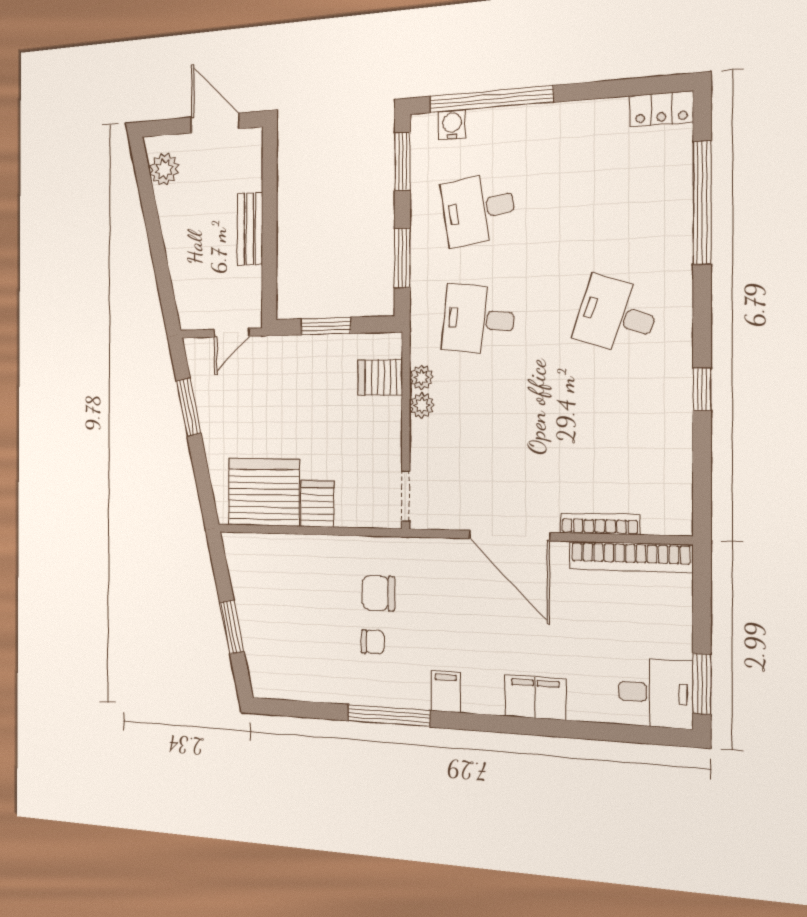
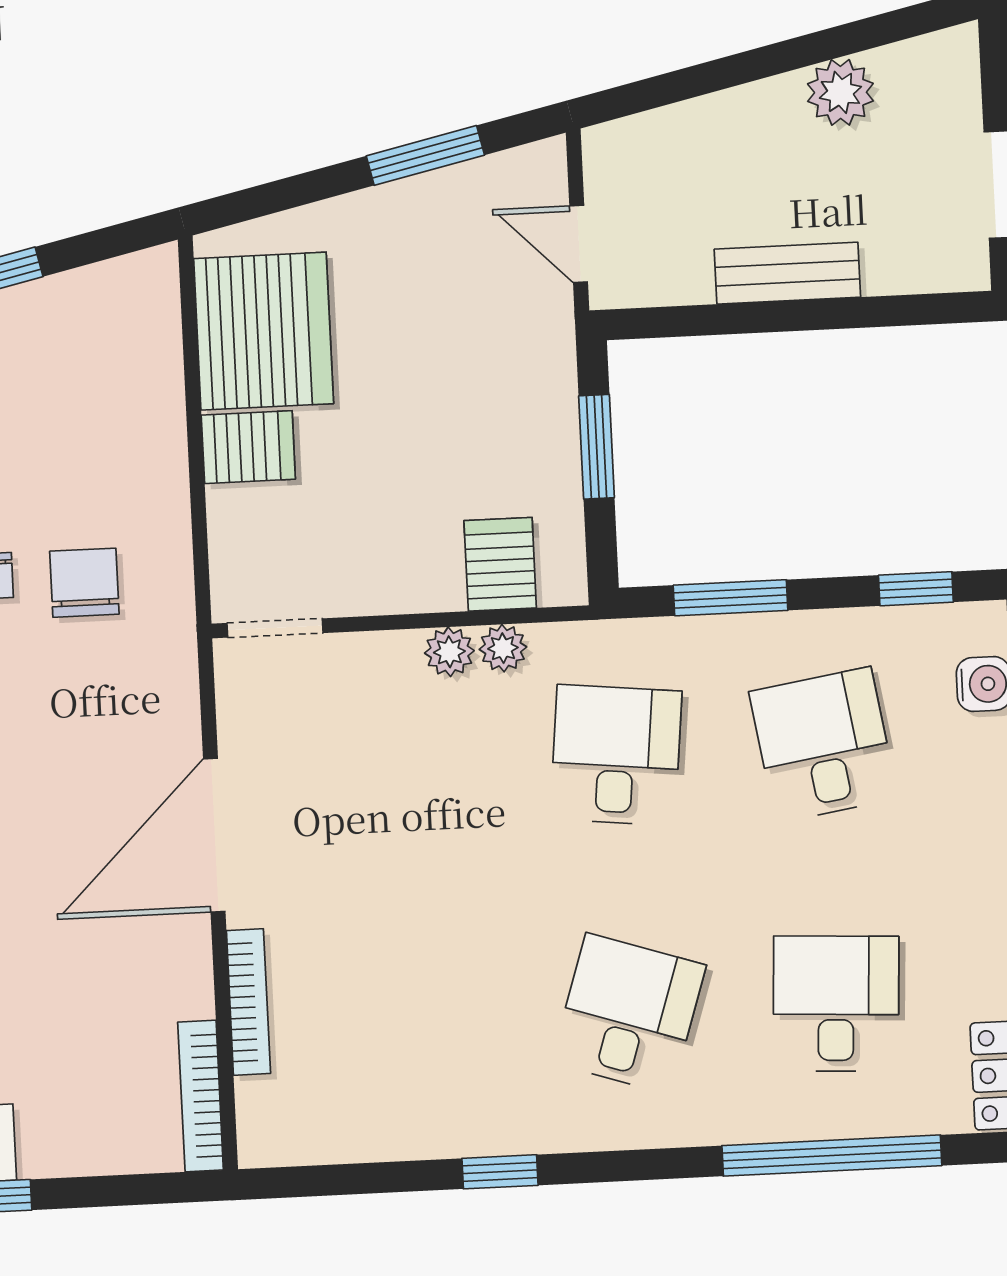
window: (403, 162) -> (916, 589), width x0.67
plant: (164, 169) -> (840, 92), moved
desk: (617, 201) -> (836, 1004), added
bookcase: (630, 557) -> (201, 1096), width x0.68, depth x0.76

